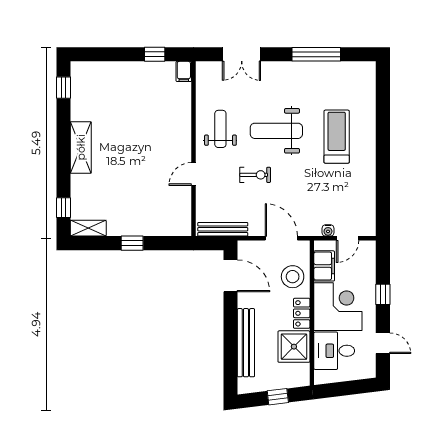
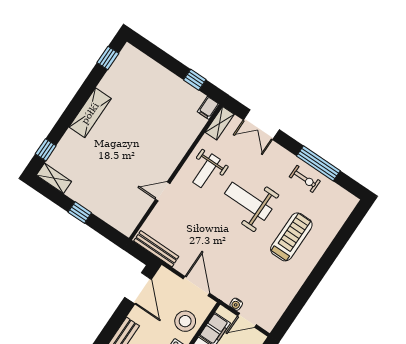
shelving: (203, 78) -> (220, 123), added
weight bench: (220, 129) -> (206, 171), turned 180
exercise bike: (255, 175) -> (305, 179), moved

